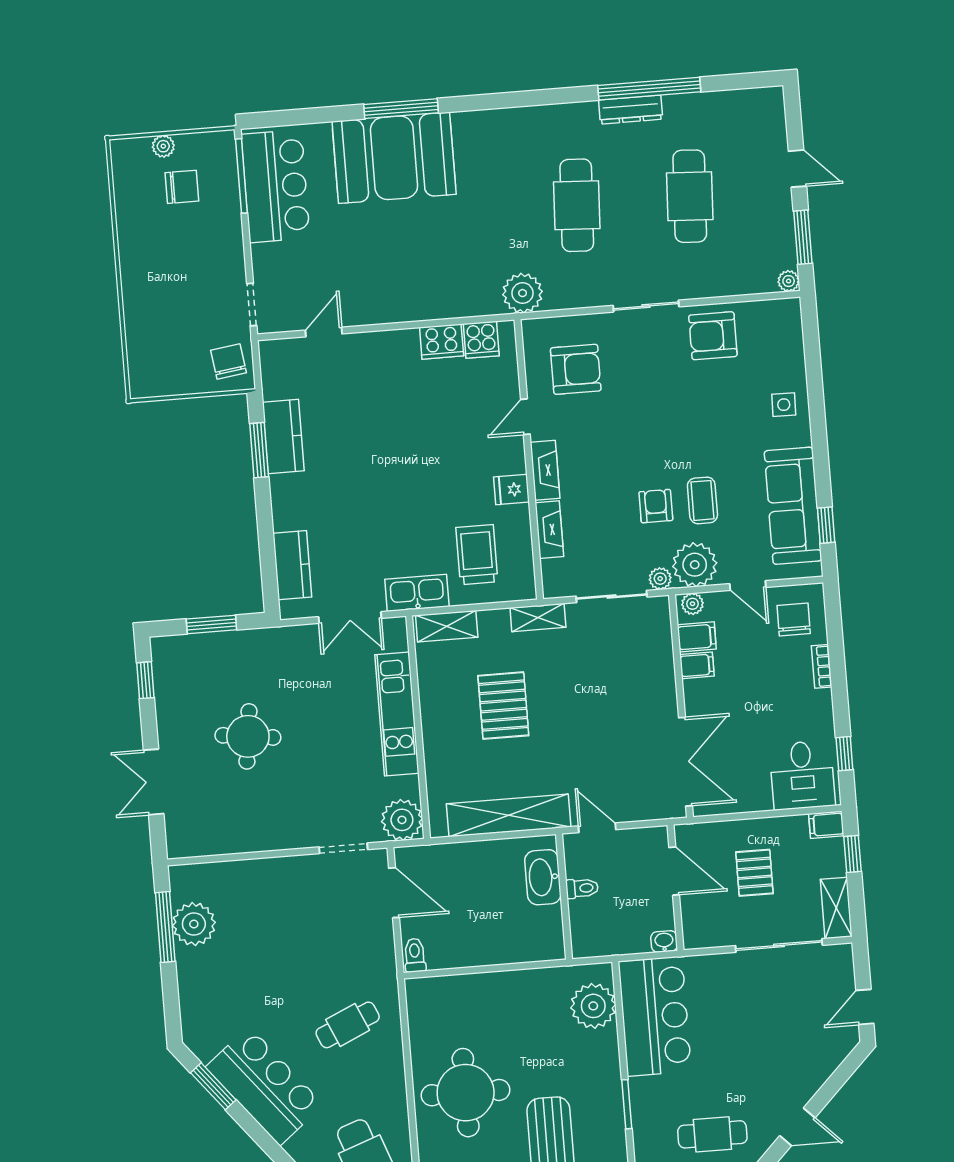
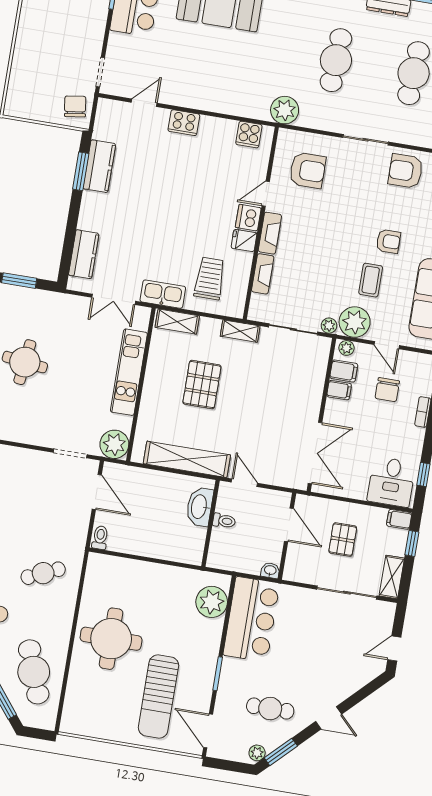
cooker: (442, 342) -> (184, 123), moved
dishwasher: (510, 456) -> (248, 218), added
armchair: (656, 506) -> (388, 241), moved, turned 90
chair: (794, 619) -> (387, 390), moved, turned 180

